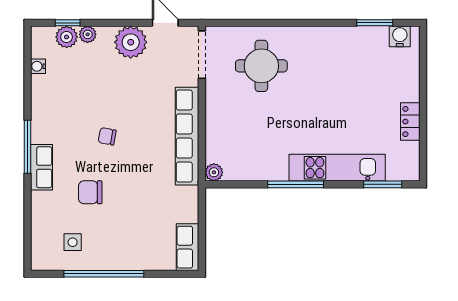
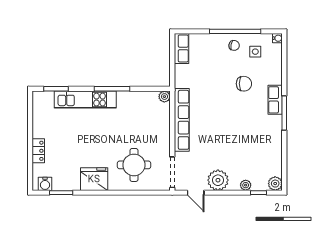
plant: (67, 37) -> (275, 184), moved
fridge: (323, 44) -> (94, 179), added
water cooler: (38, 66) -> (277, 38), moved
locker: (410, 122) -> (38, 151), moved
chair: (107, 136) -> (234, 45), moved

